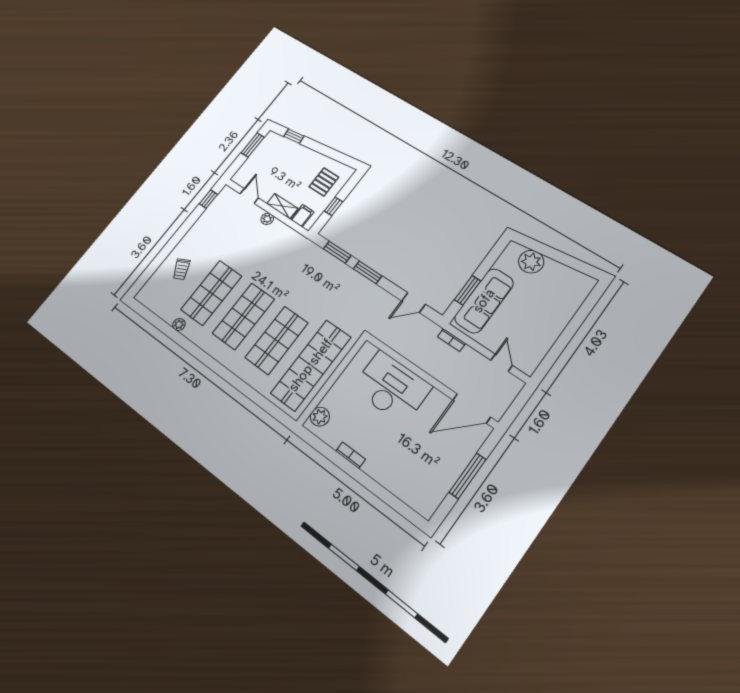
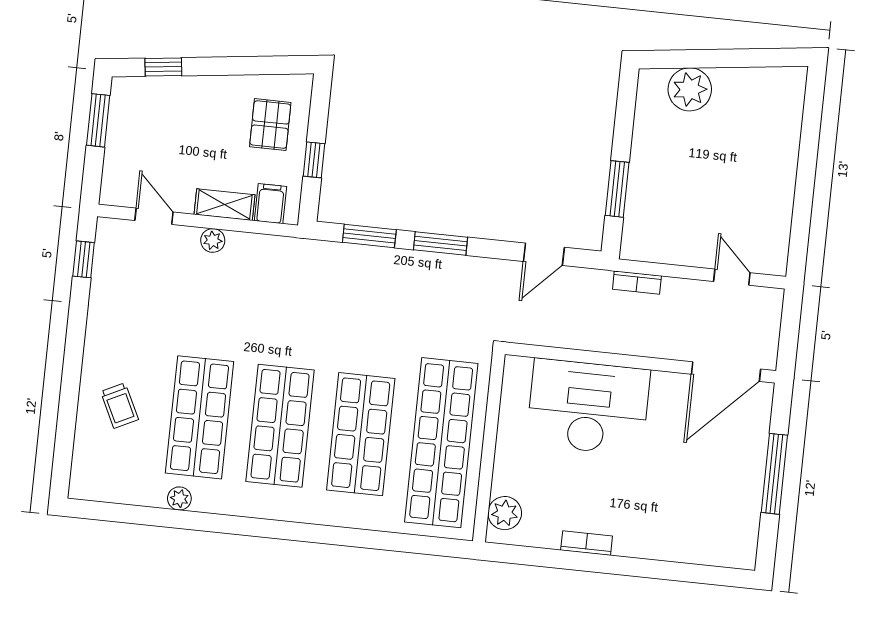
sofa: (484, 301) -> (652, 192), removed

